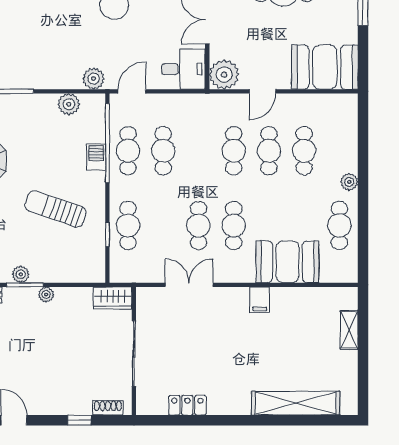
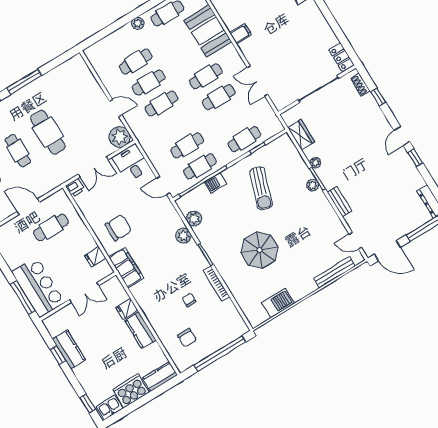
booth: (325, 67) -> (78, 80), removed
plant: (94, 79) -> (183, 236), moved
wardrobe: (113, 298) -> (301, 135), moved
locker: (187, 405) -> (341, 57), moved

